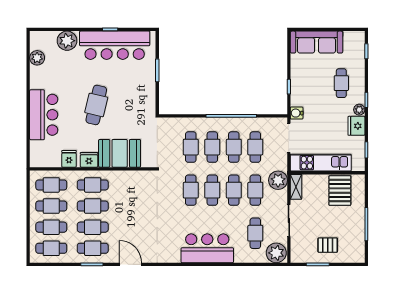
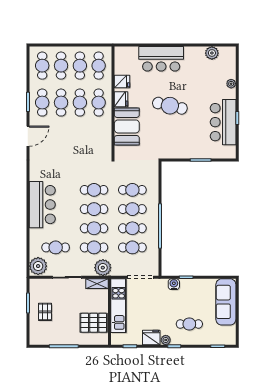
plant: (67, 41) -> (231, 84), width x0.53, depth x0.53
bar counter: (115, 45) -> (223, 122), width x0.73
water cooler: (297, 113) -> (174, 284), moved

